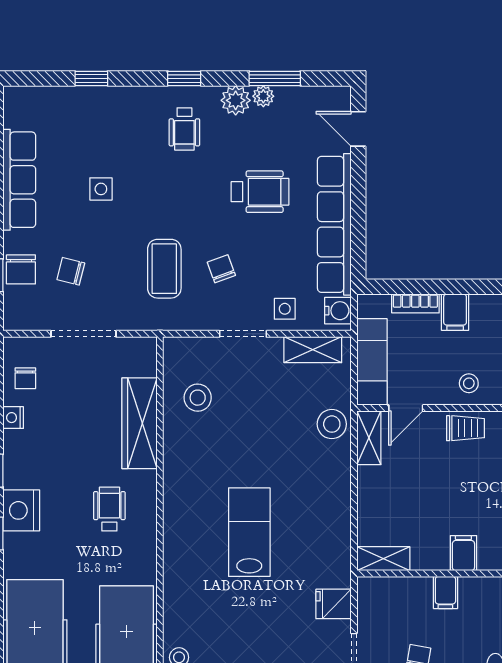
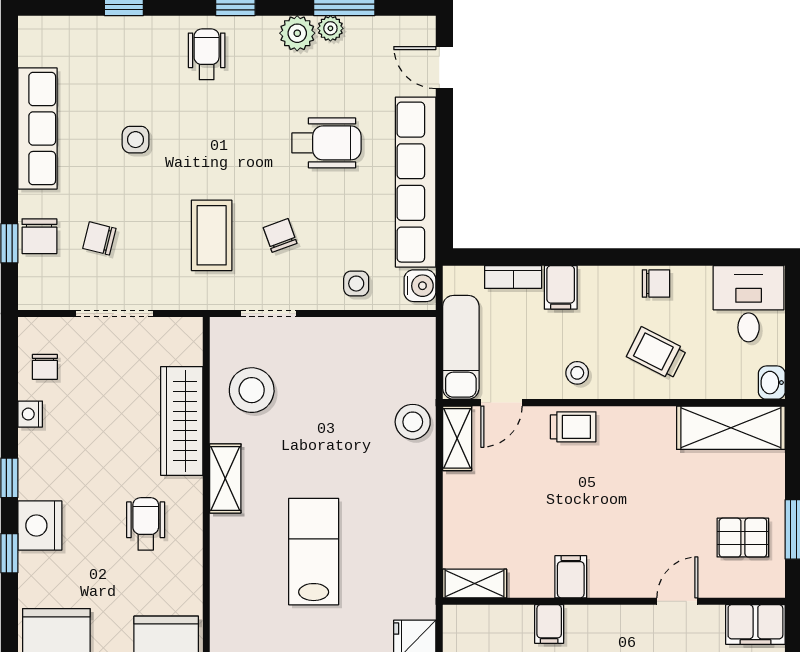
wheelchair: (184, 129) -> (207, 54), moved, turned 180
doorway: (243, 334) -> (269, 314), moved
shelving: (313, 350) -> (225, 478), moved, turned 90
stool: (198, 398) -> (252, 390), width x1.38, depth x1.38

